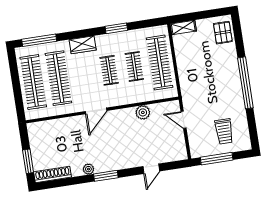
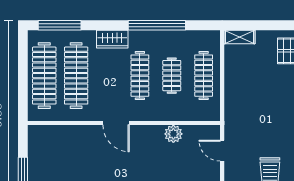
window: (116, 28) -> (157, 25), width x2.11
clothes rail: (160, 63) -> (204, 76), width x0.73, depth x0.76
clothes rail: (109, 70) -> (140, 76), width x1.36
door: (96, 111) -> (116, 123), hinge flipped

